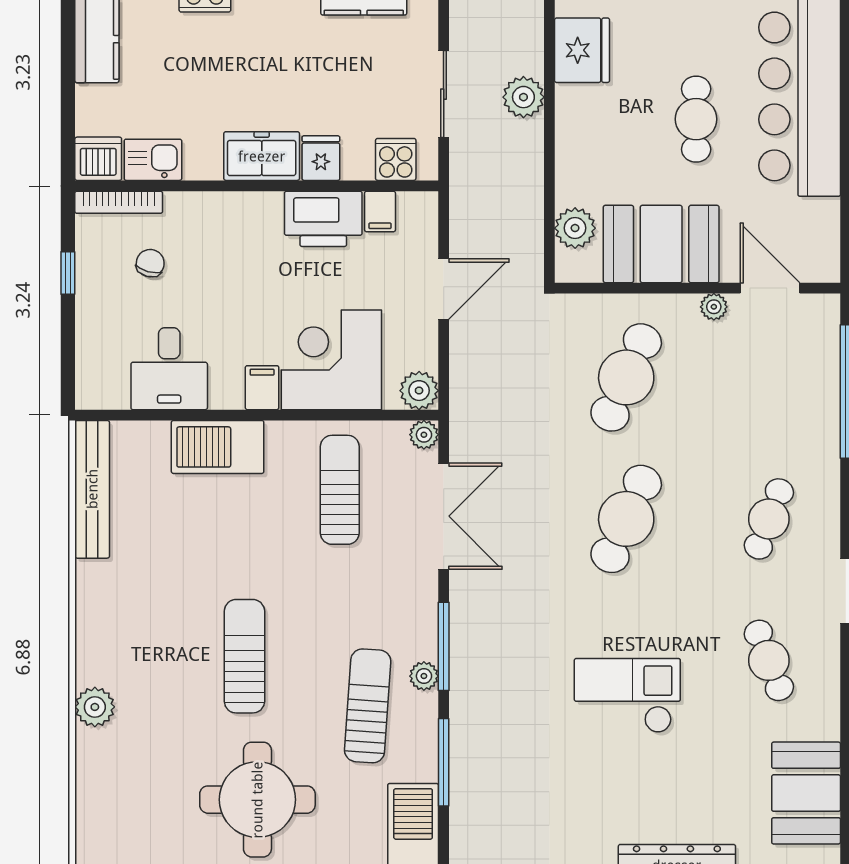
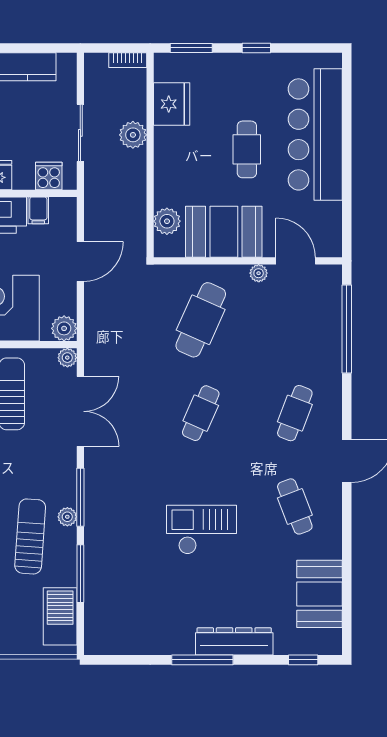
cafe table: (626, 519) -> (201, 413), width x0.73, depth x0.74

